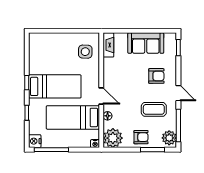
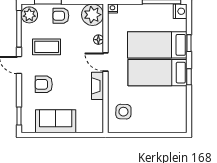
fireplace: (108, 45) -> (97, 86), moved
bed: (73, 117) -> (157, 45), moved, turned 180

